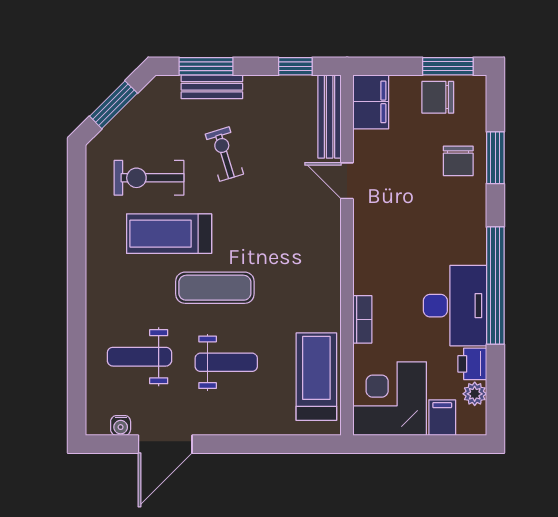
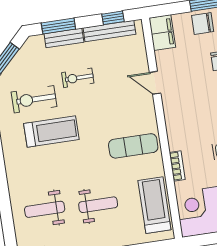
bench: (330, 116) -> (109, 31), moved, turned 90
exercise bike: (224, 154) -> (78, 78), turned -73
treadmill: (169, 234) -> (51, 132), turned 180
exercise mat: (215, 288) -> (133, 146), moved

